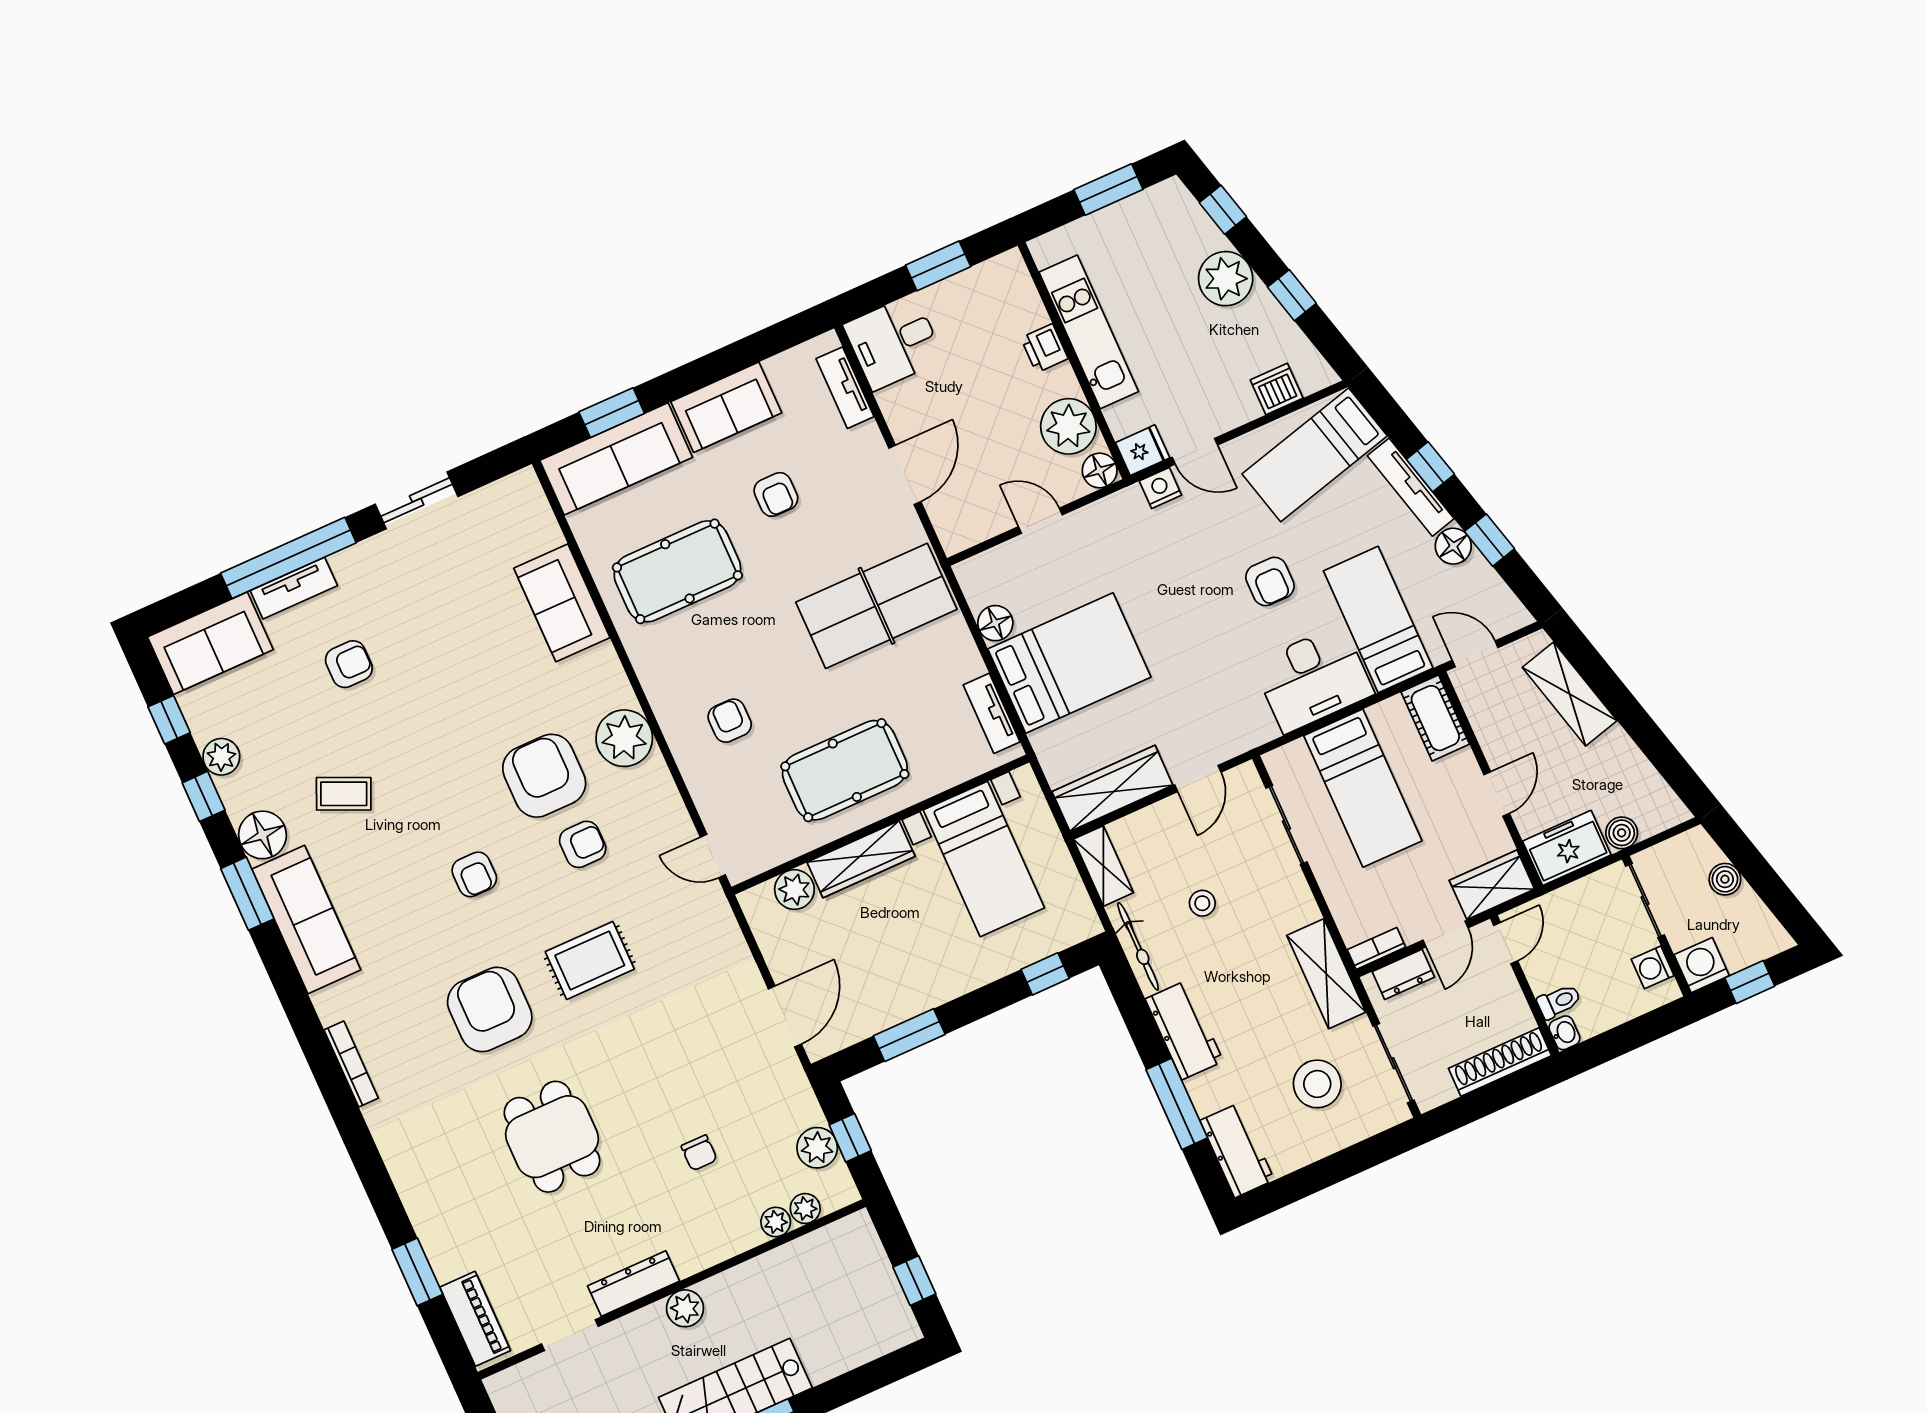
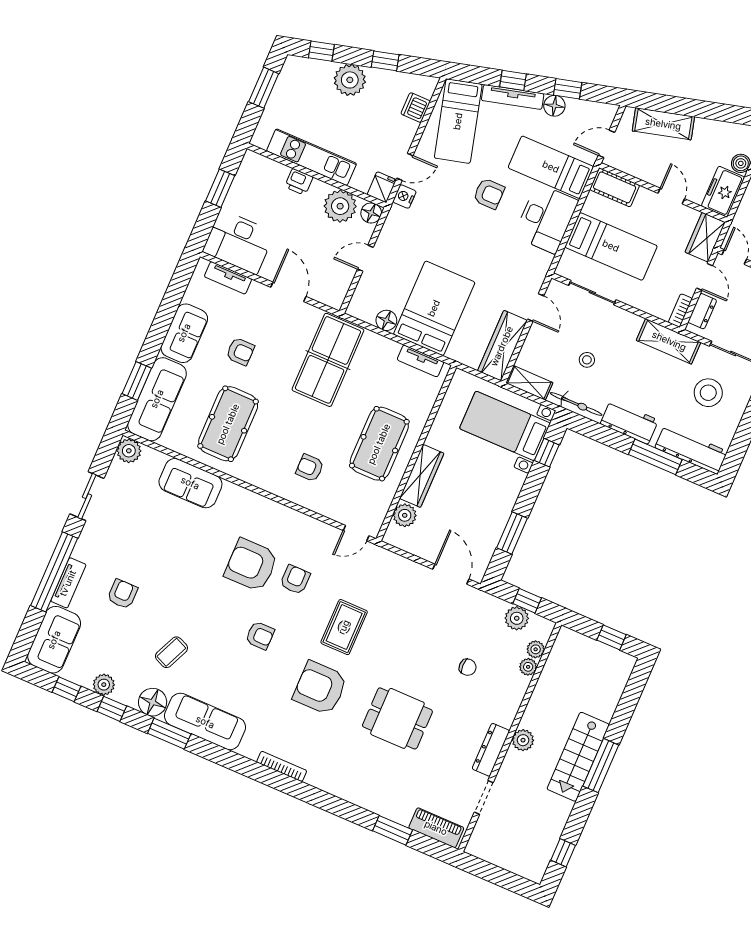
desk: (894, 342) -> (239, 242), width x1.37
plant: (624, 738) -> (129, 451), moved, width x0.73, depth x0.73
bed with nightstands: (984, 859) -> (505, 426), moved, turned 180
workbench: (1237, 1150) -> (691, 449), width x1.38

